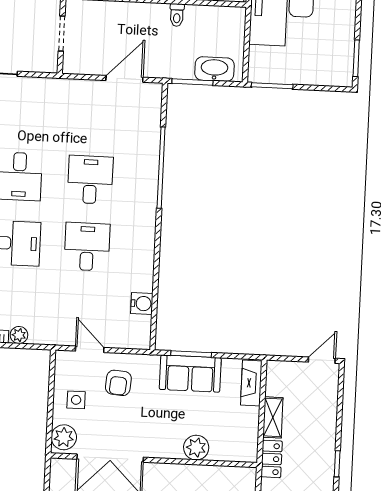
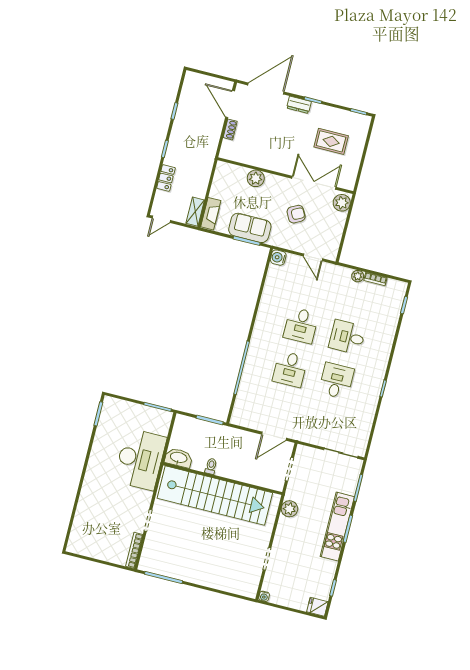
washbasin: (214, 69) -> (179, 458), moved, turned 180
door: (124, 79) -> (274, 436), moved
water cooler: (142, 303) -> (278, 258), moved
armchair: (118, 383) -> (296, 214), moved, turned 57
side table: (76, 400) -> (329, 226), removed
shelving: (273, 417) -> (195, 212), moved
locker: (272, 459) -> (166, 178), moved, turned 180

